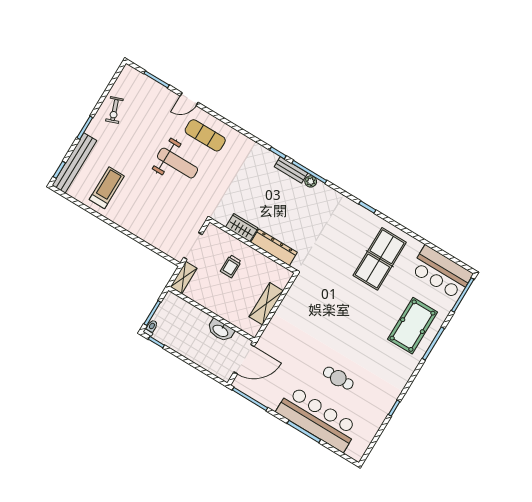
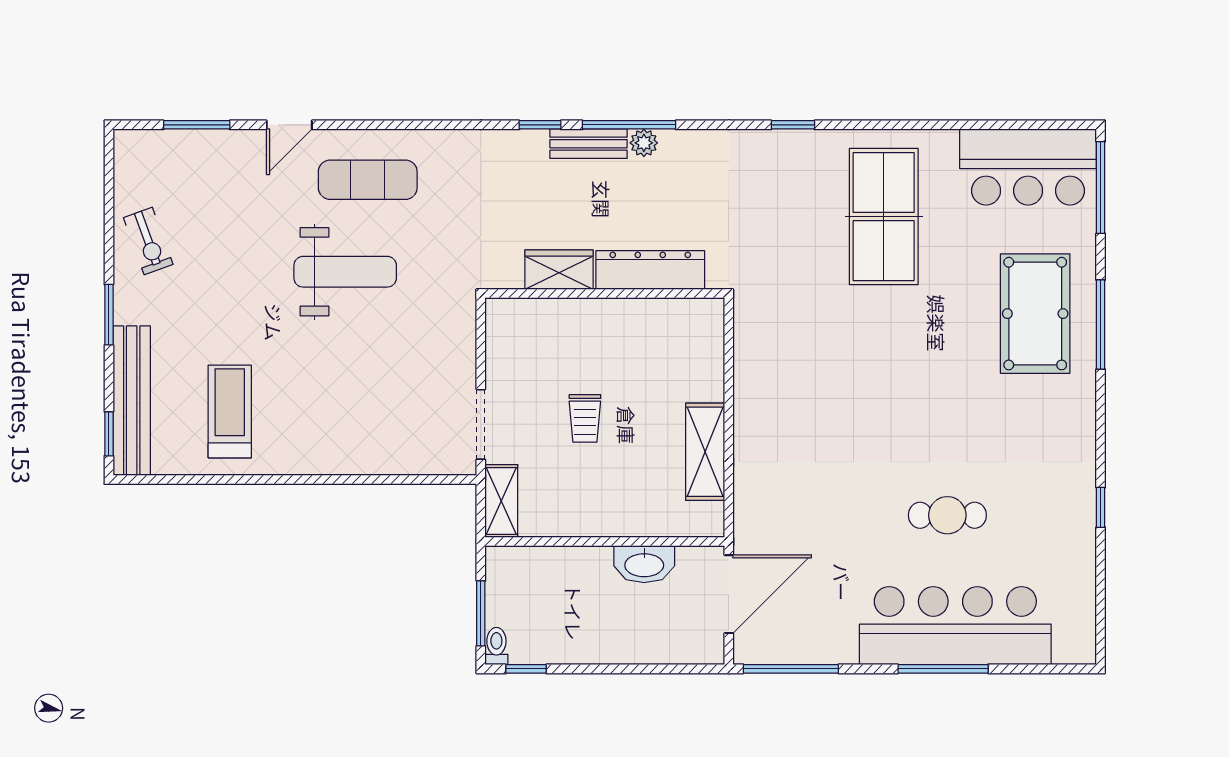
wardrobe: (242, 228) -> (559, 270), moved
wall: (253, 246) -> (605, 294), moved
dresser: (274, 247) -> (650, 270), moved

